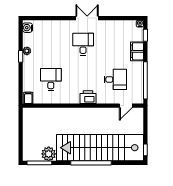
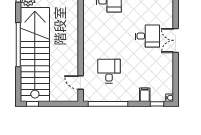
double door: (87, 18) -> (176, 40), swing flipped
filing cabinet: (137, 51) -> (145, 95), width x0.50
desk: (115, 79) -> (109, 71), turned 180
printer: (88, 97) -> (90, 42), removed

